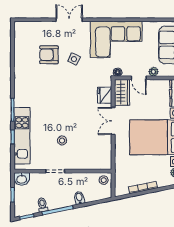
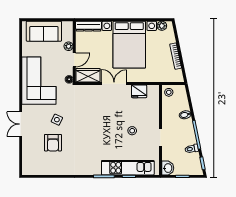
fridge: (105, 95) -> (139, 91), moved
double door: (113, 121) -> (114, 84), swing flipped

